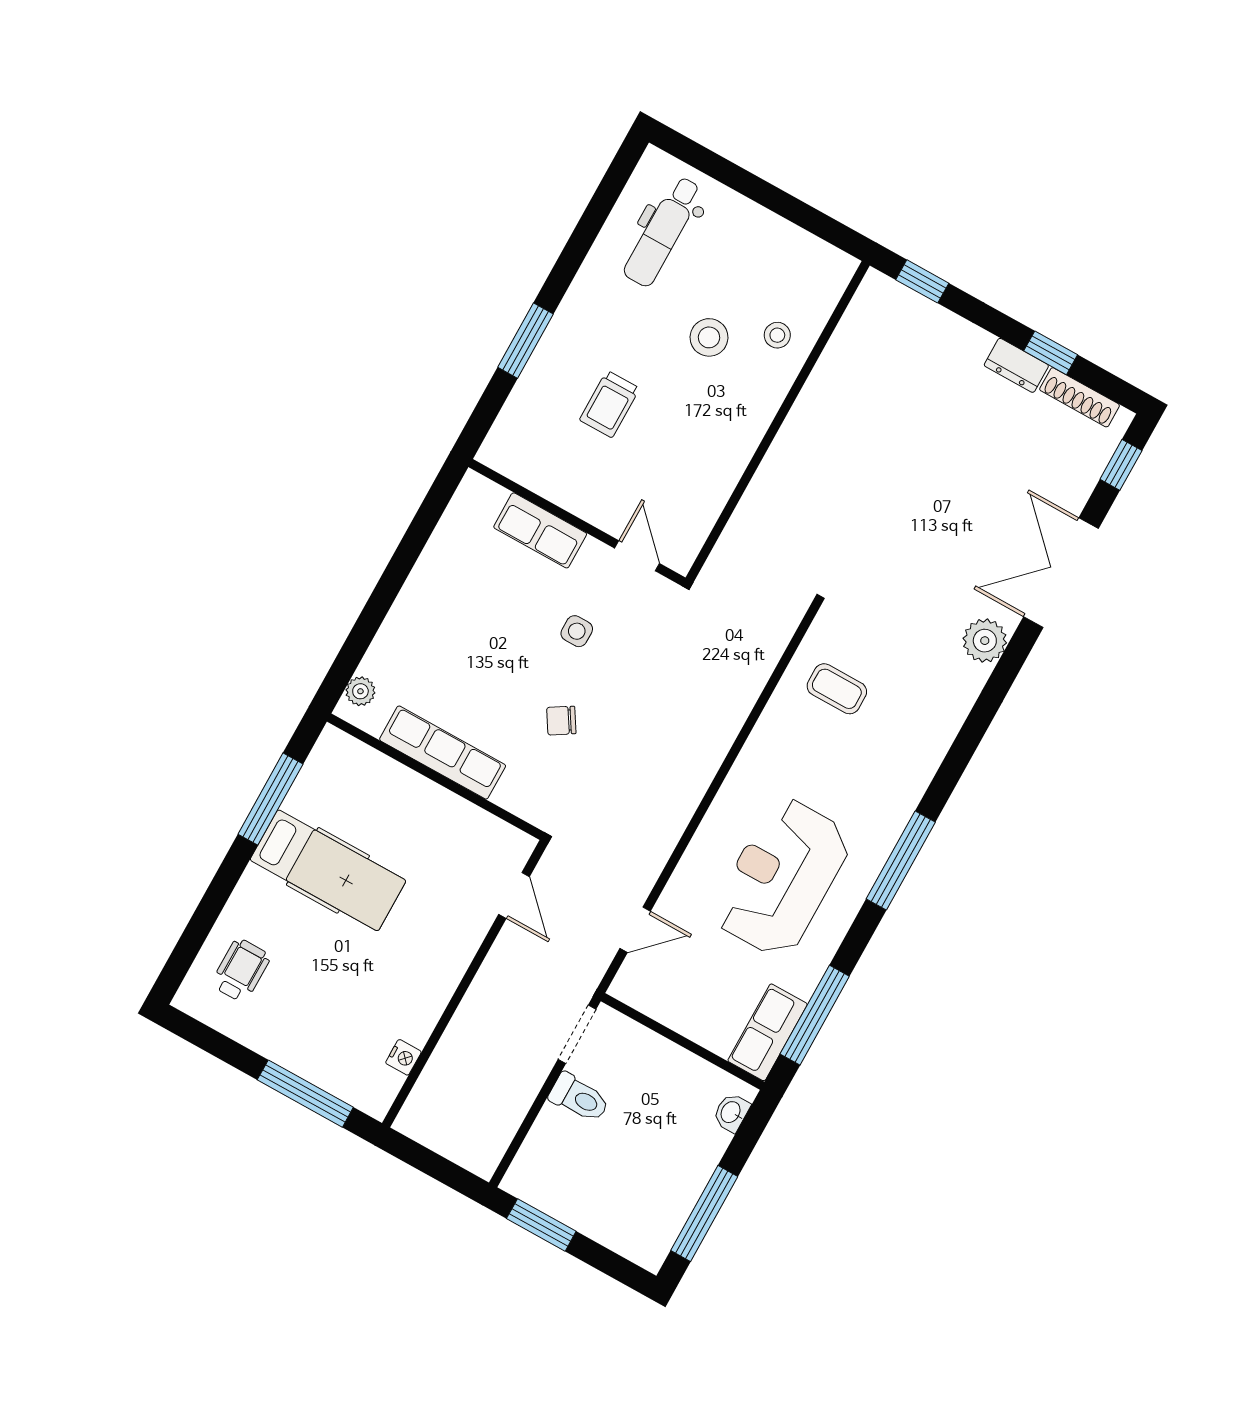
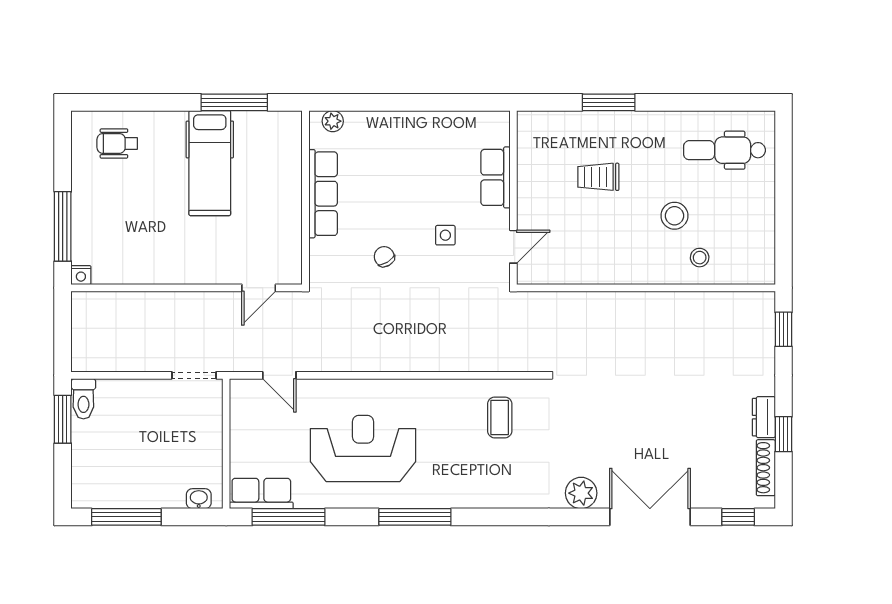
wheelchair: (241, 970) -> (117, 143), turned 180
nightstand: (403, 1057) -> (81, 275), moved
toilet: (579, 1098) -> (83, 399), moved

